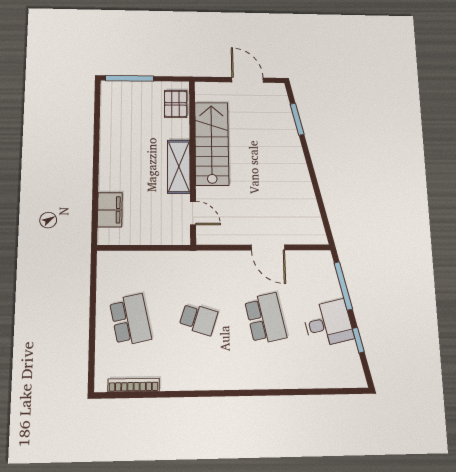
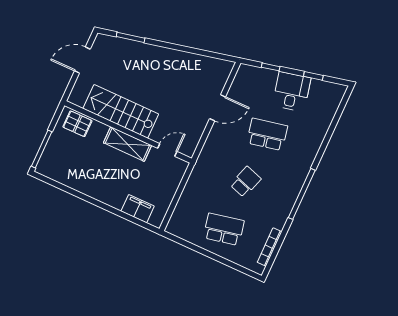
window: (343, 286) -> (271, 67), width x0.46
window: (216, 393) -> (302, 194), added

